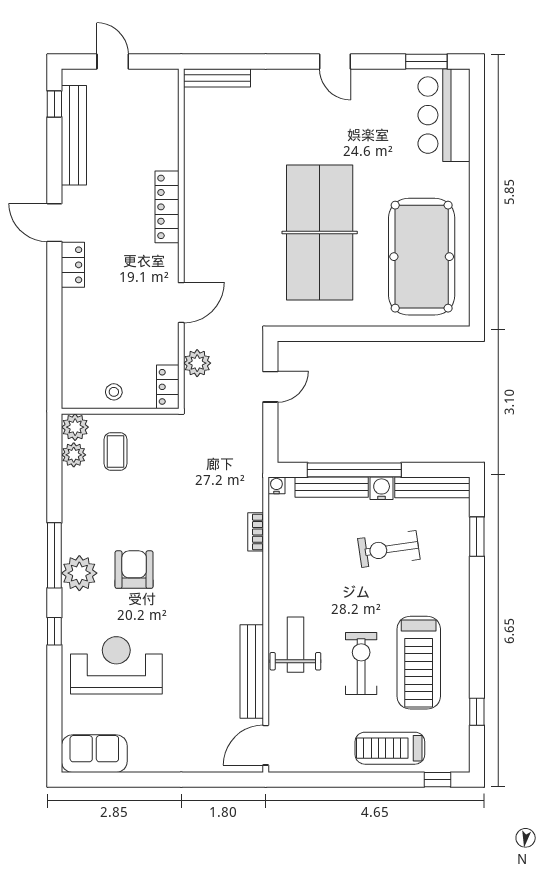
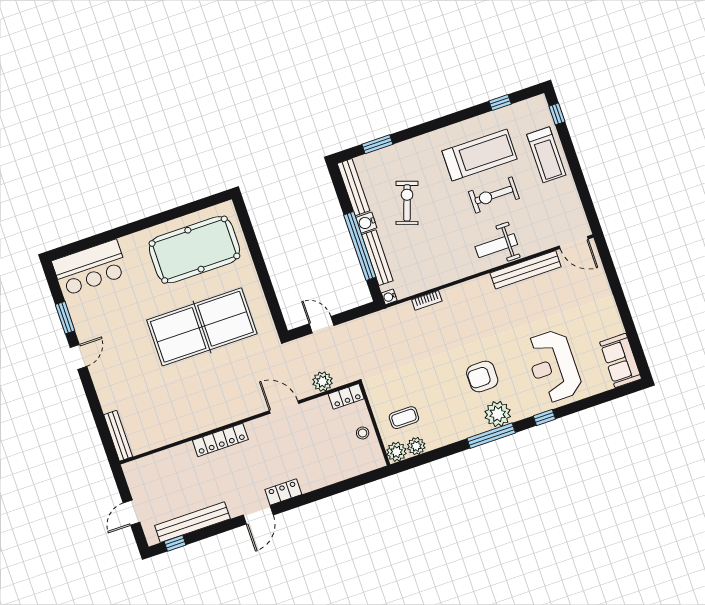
window: (426, 61) -> (65, 318), moved
exercise bike: (389, 549) -> (407, 203), turned -153

